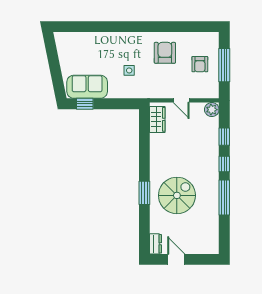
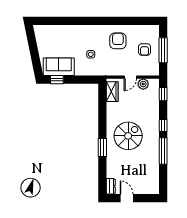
door: (181, 100) -> (130, 77), hinge flipped
plant: (212, 110) -> (143, 84), moved
window: (224, 137) -> (163, 94), moved
spiral stairs: (177, 195) -> (128, 136), moved

